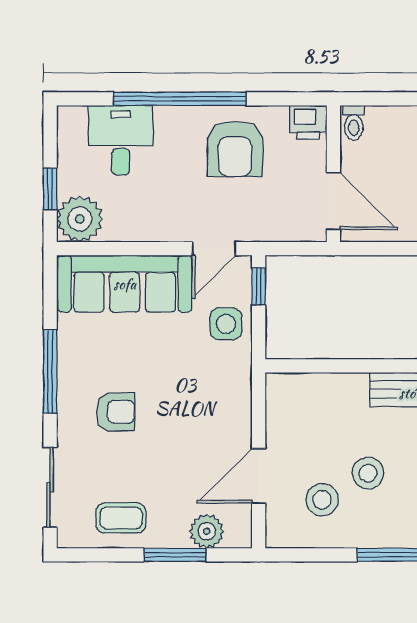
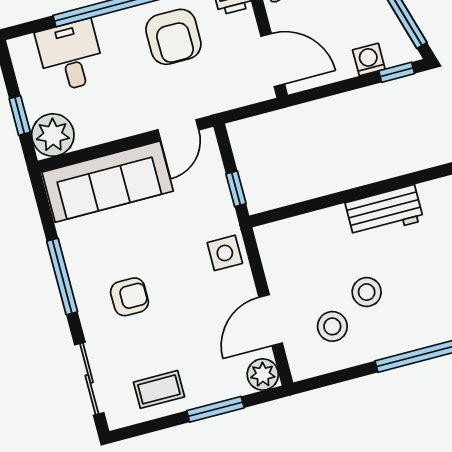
window: (259, 286) -> (236, 189), moved
side table: (226, 324) -> (225, 253), moved
plant: (207, 531) -> (263, 374), moved

